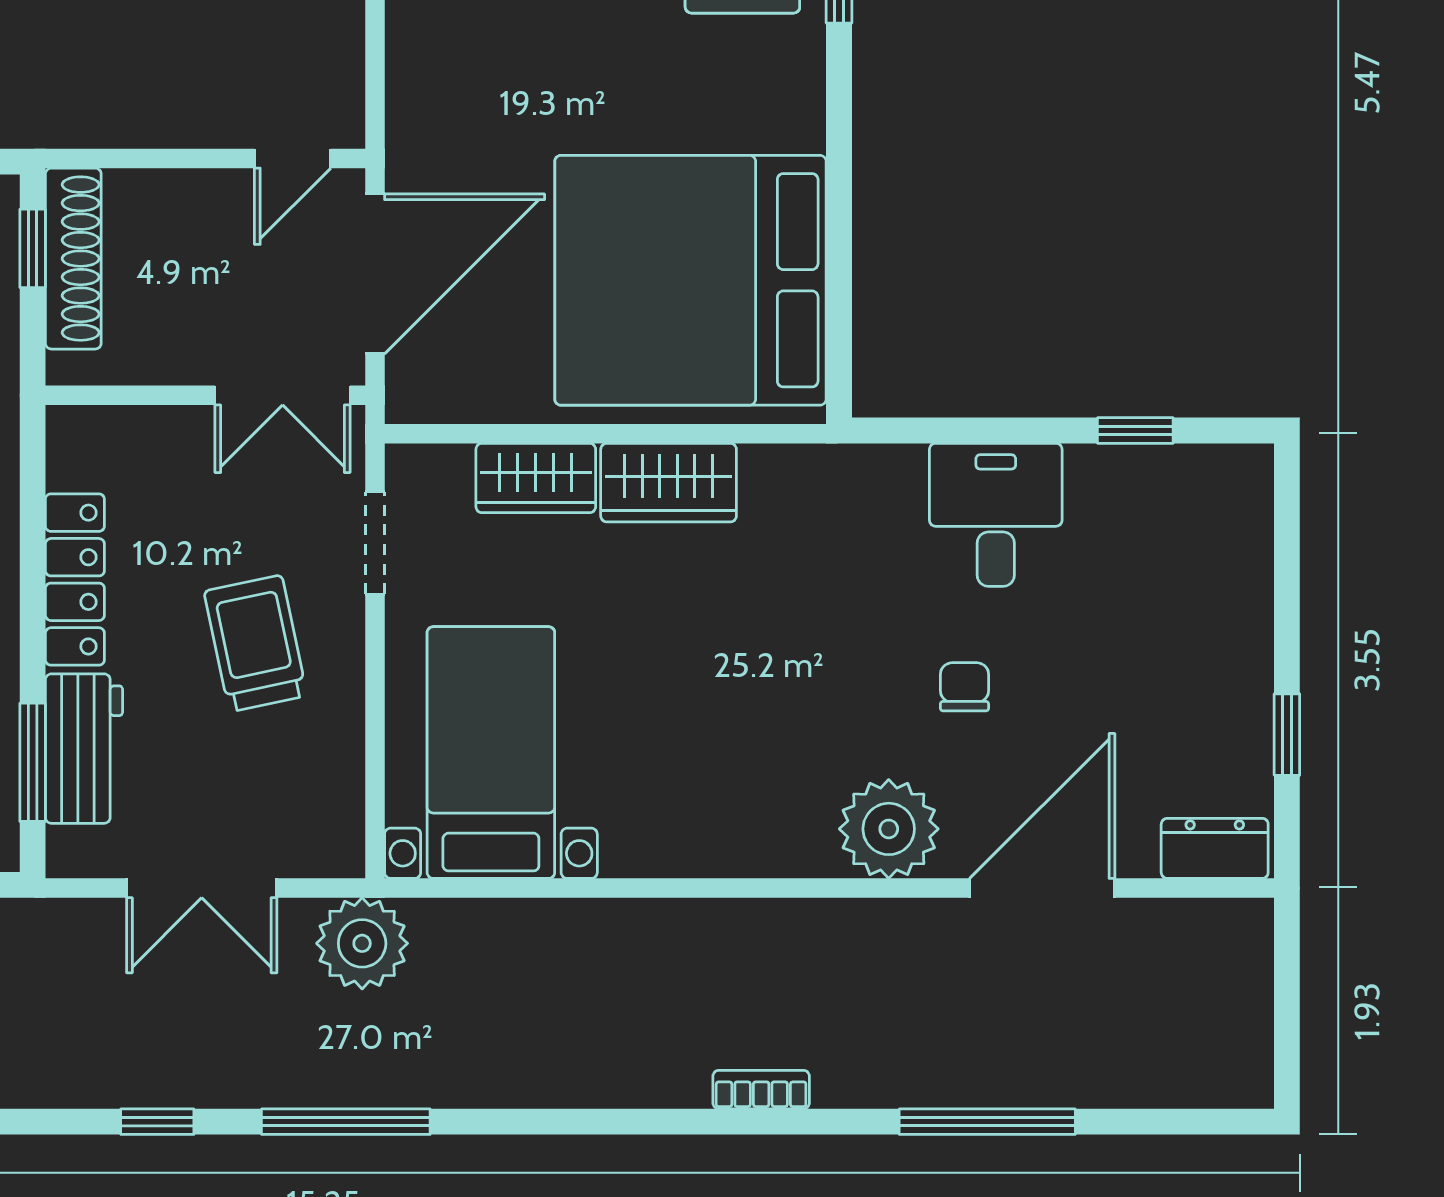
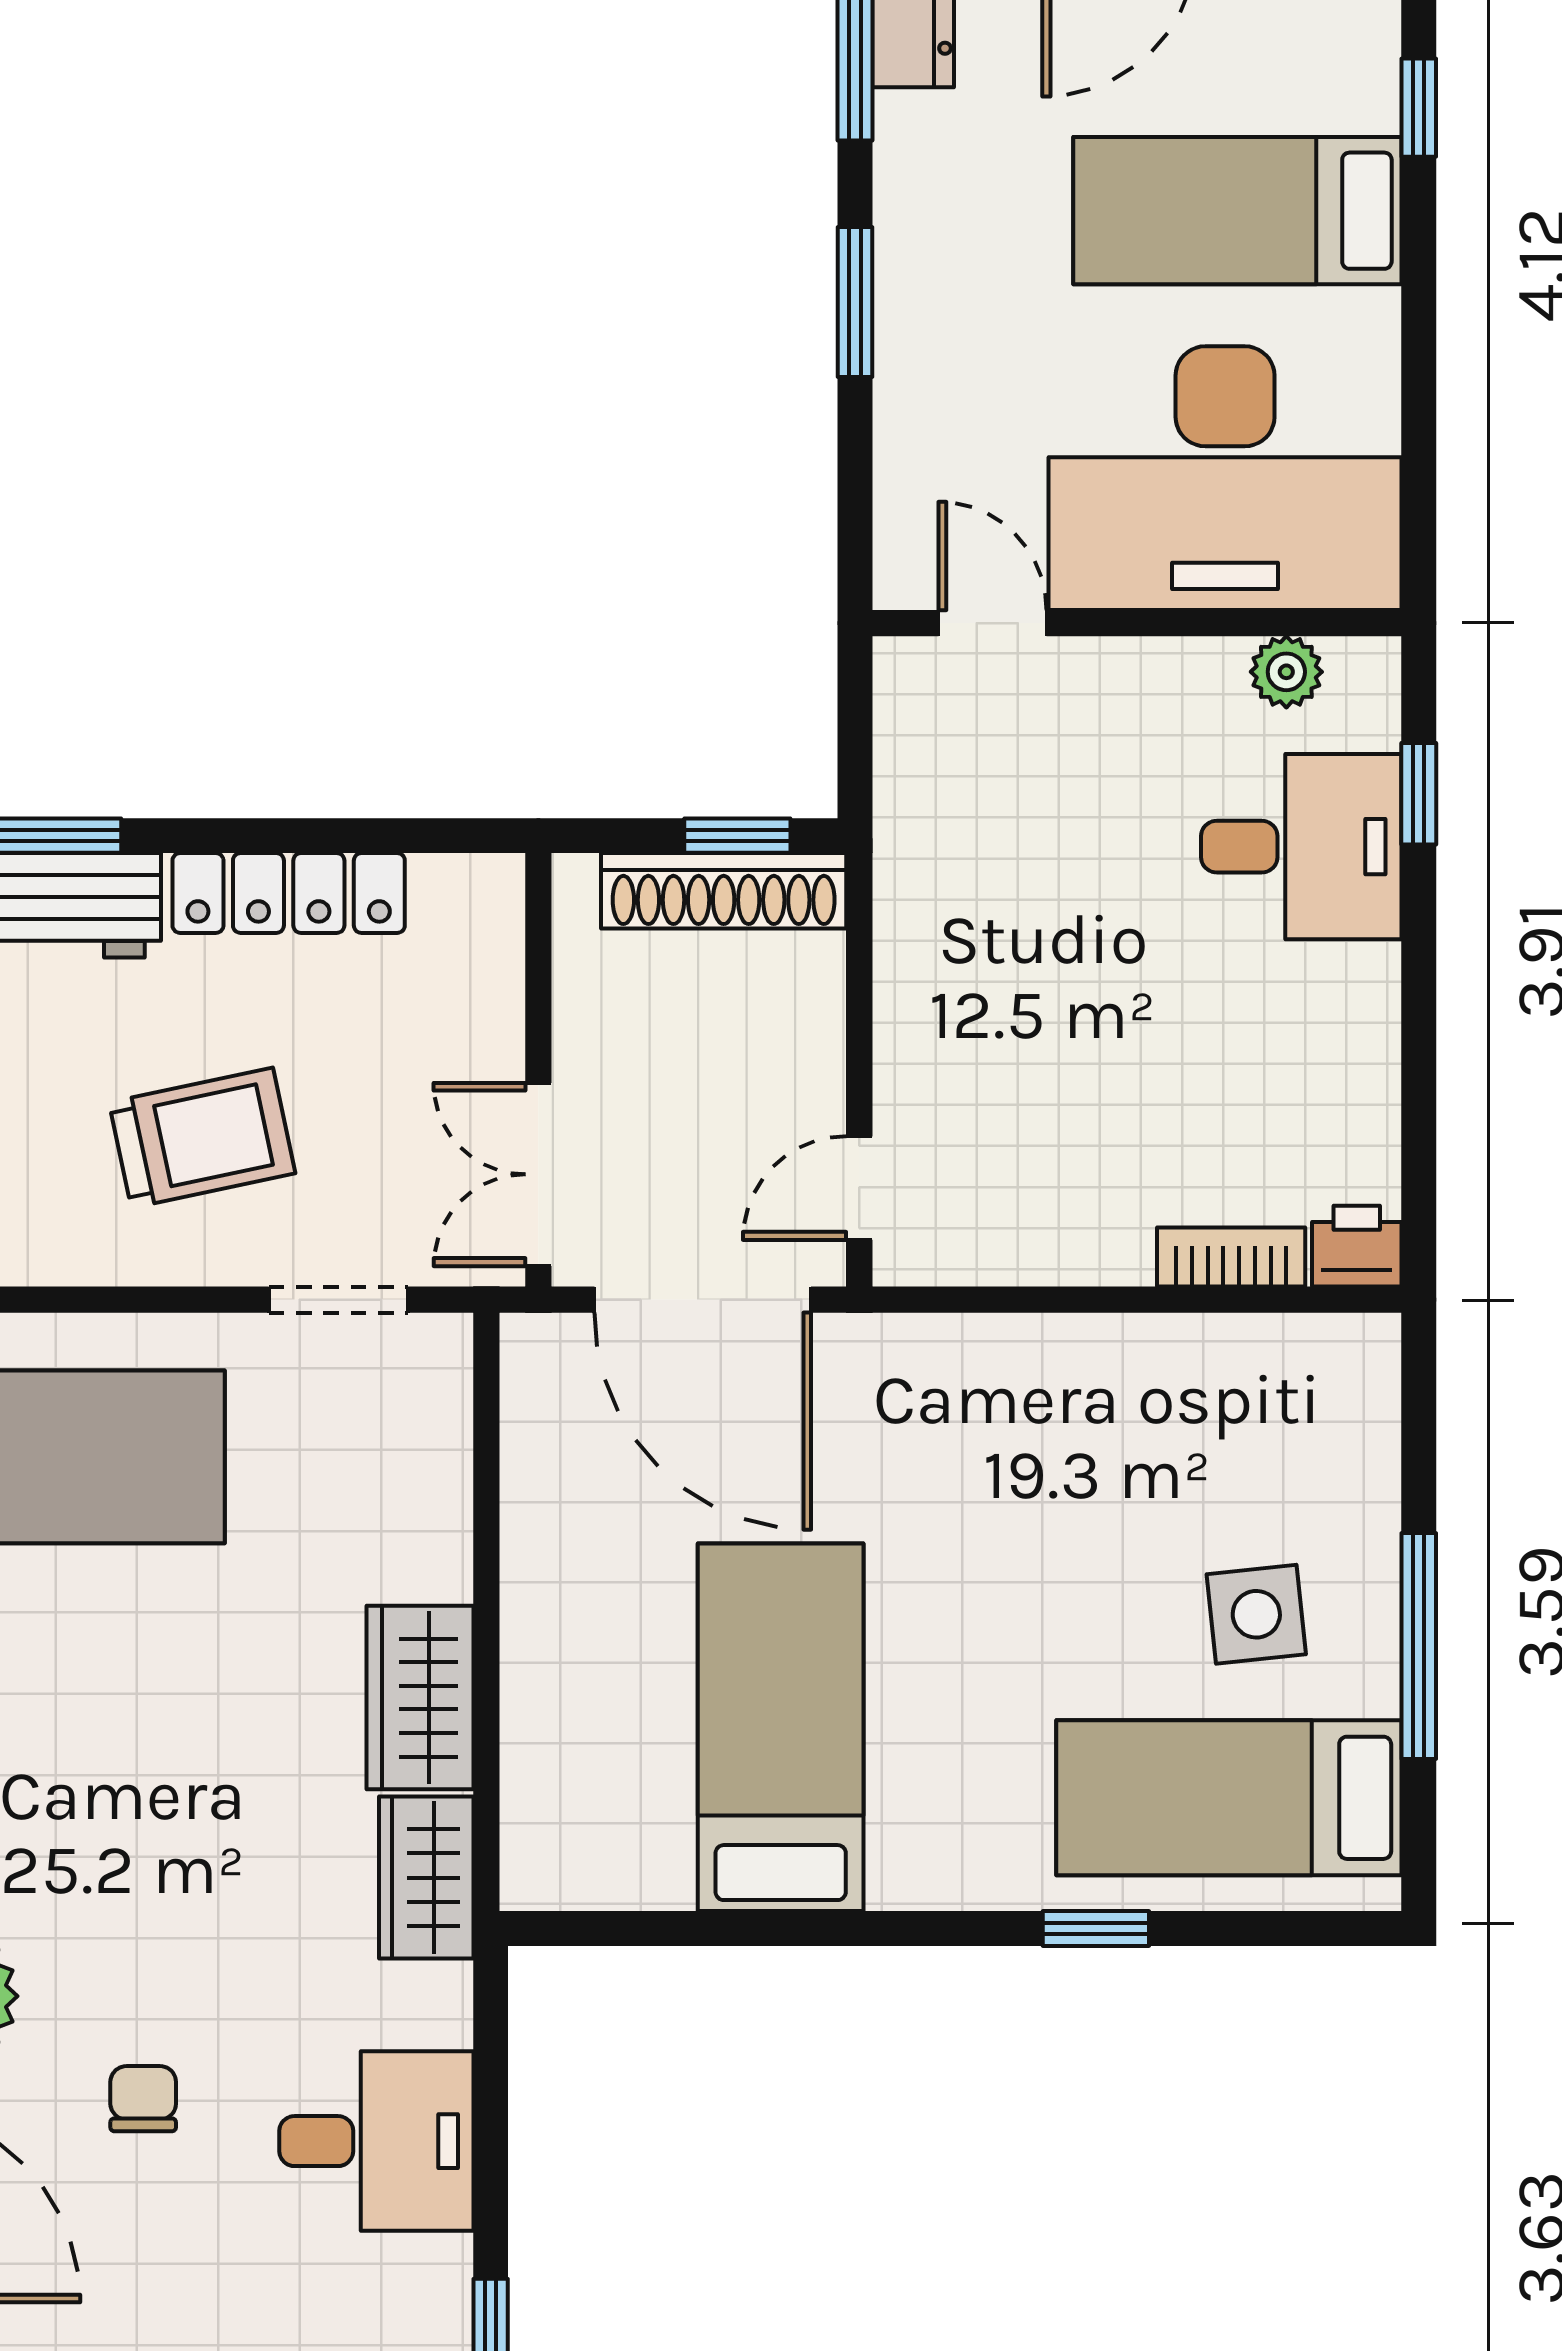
door: (293, 158) -> (859, 1188), hinge flipped
bed: (690, 280) -> (781, 1727), width x0.49
wardrobe: (536, 478) -> (426, 1878), moved
chair: (964, 687) -> (143, 2099), turned -90

